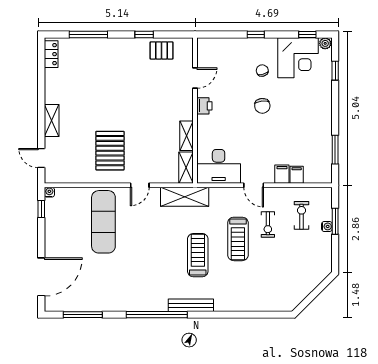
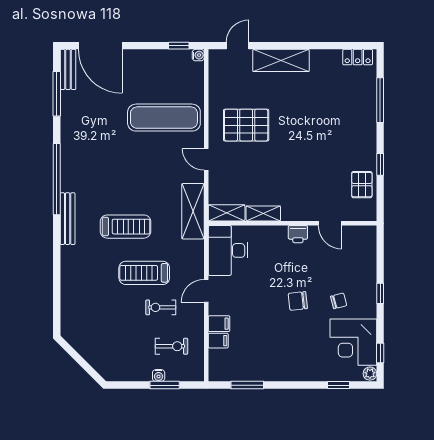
shelving: (52, 120) -> (281, 60), width x1.50, depth x1.33
bench: (62, 305) -> (68, 69), added

